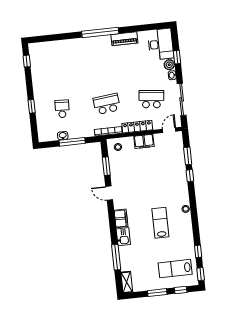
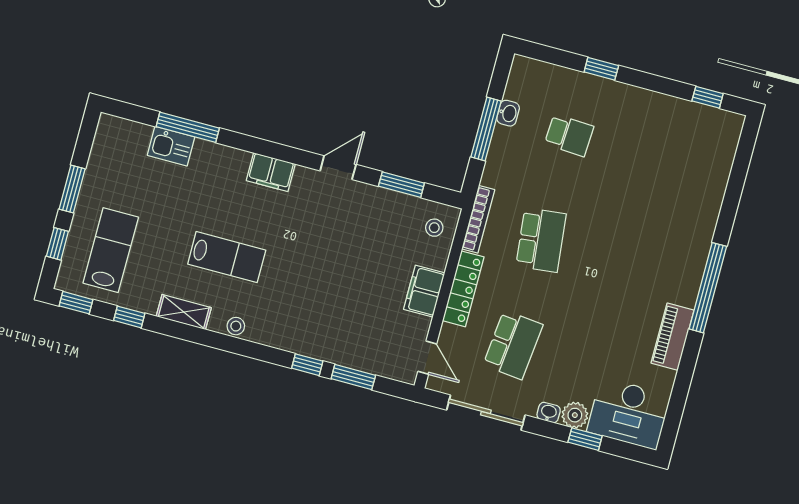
kitchen sink: (123, 237) -> (171, 146), moved
shelving: (127, 282) -> (184, 312), moved

